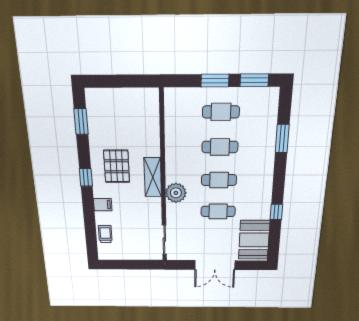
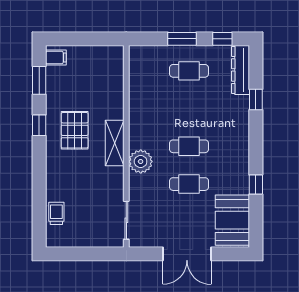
window: (254, 80) -> (222, 39), width x0.67
dresser: (270, 111) -> (240, 70), added
window: (282, 139) -> (256, 100), width x0.67
cafe table: (220, 147) -> (189, 109), removed
window: (86, 177) -> (39, 125), moved
filing cabinet: (103, 205) -> (56, 58), moved

